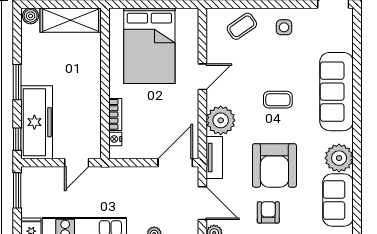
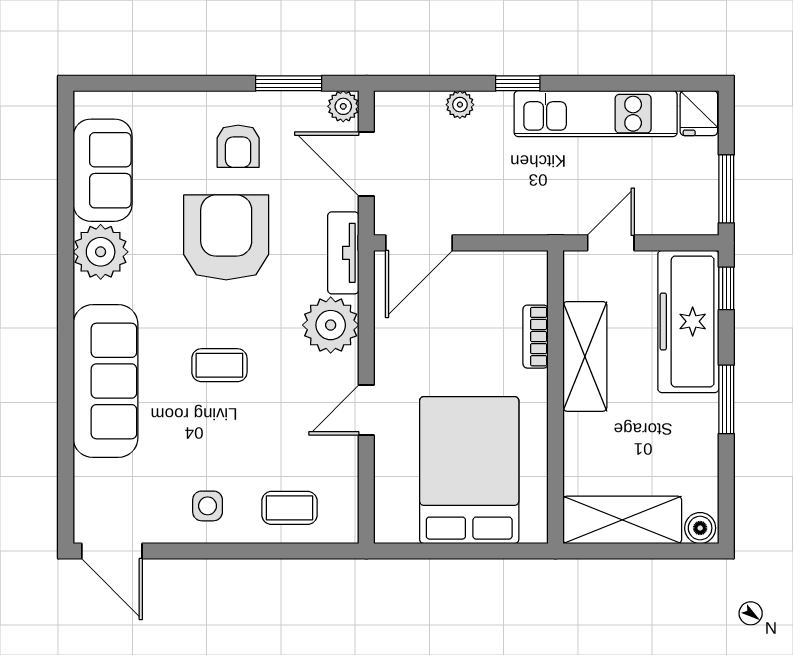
coffee table: (242, 26) -> (289, 508), turned 35
shelving: (90, 104) -> (585, 356), added
nightstand: (115, 139) -> (536, 289), removed

